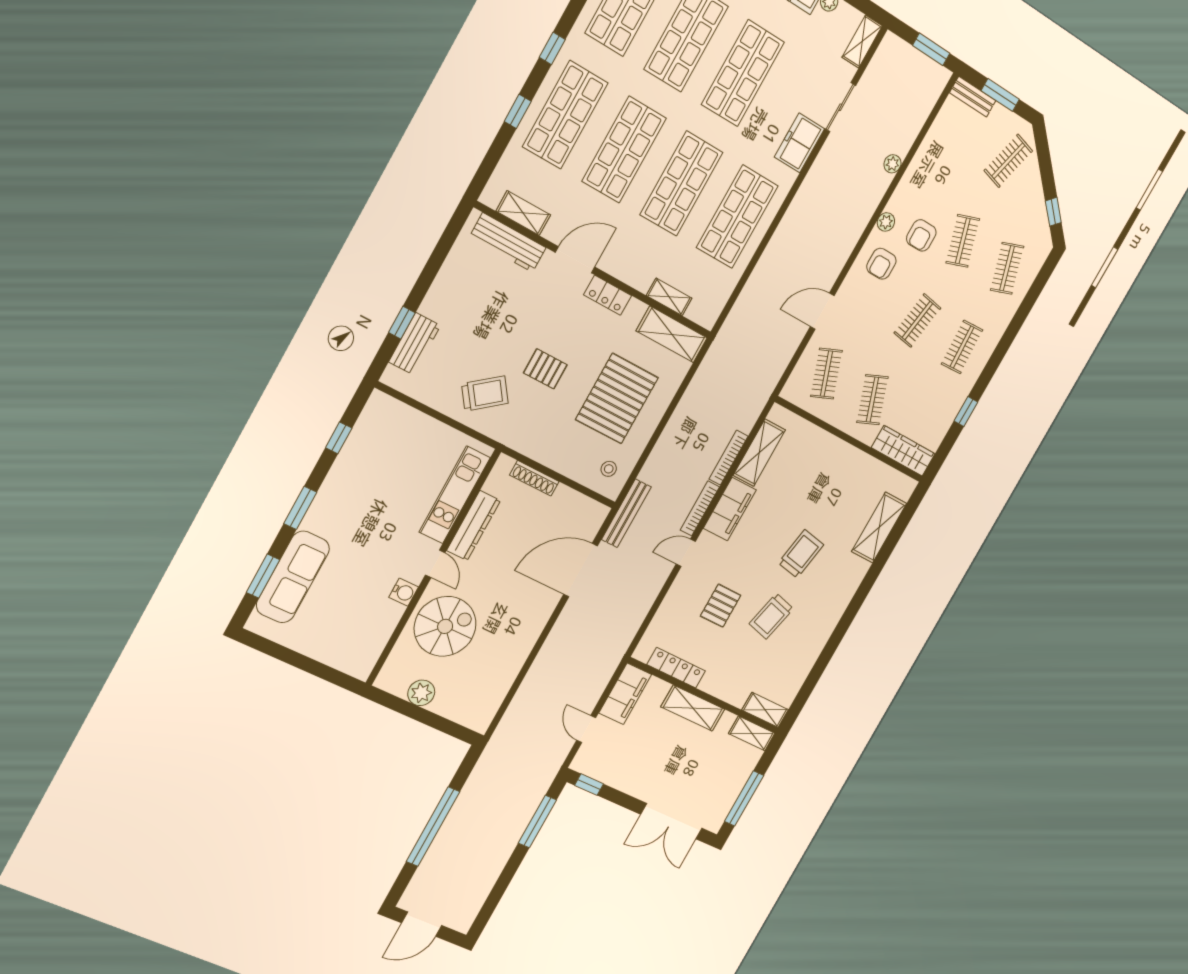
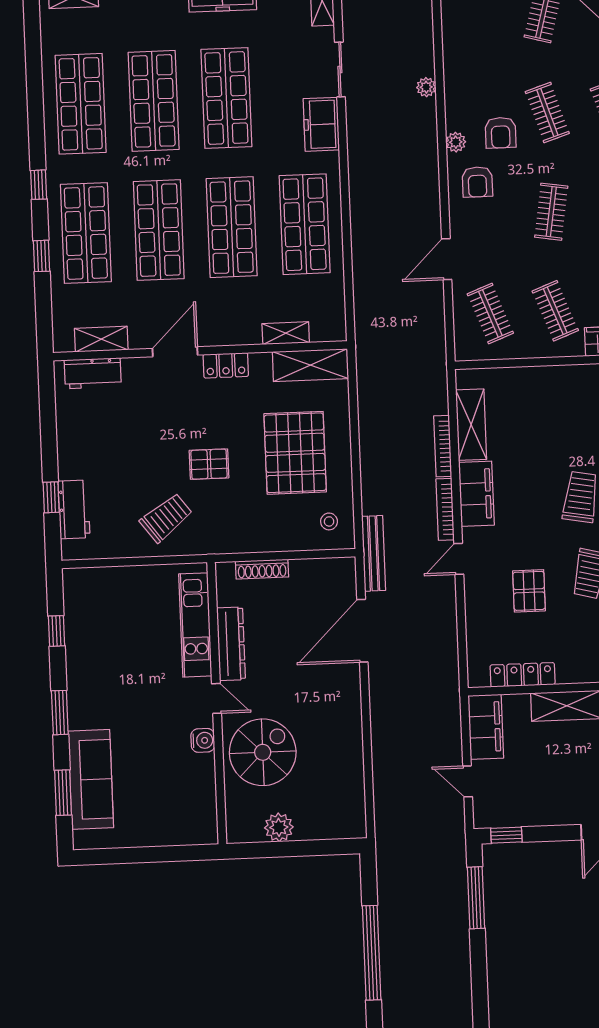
workbench: (508, 243) -> (93, 373), width x0.73

